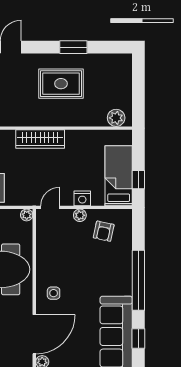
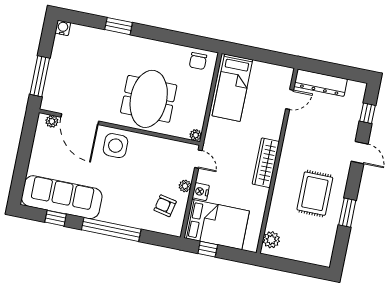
bed: (119, 176) -> (217, 224), width x1.50
side table: (54, 293) -> (116, 146), width x1.87, depth x1.87

